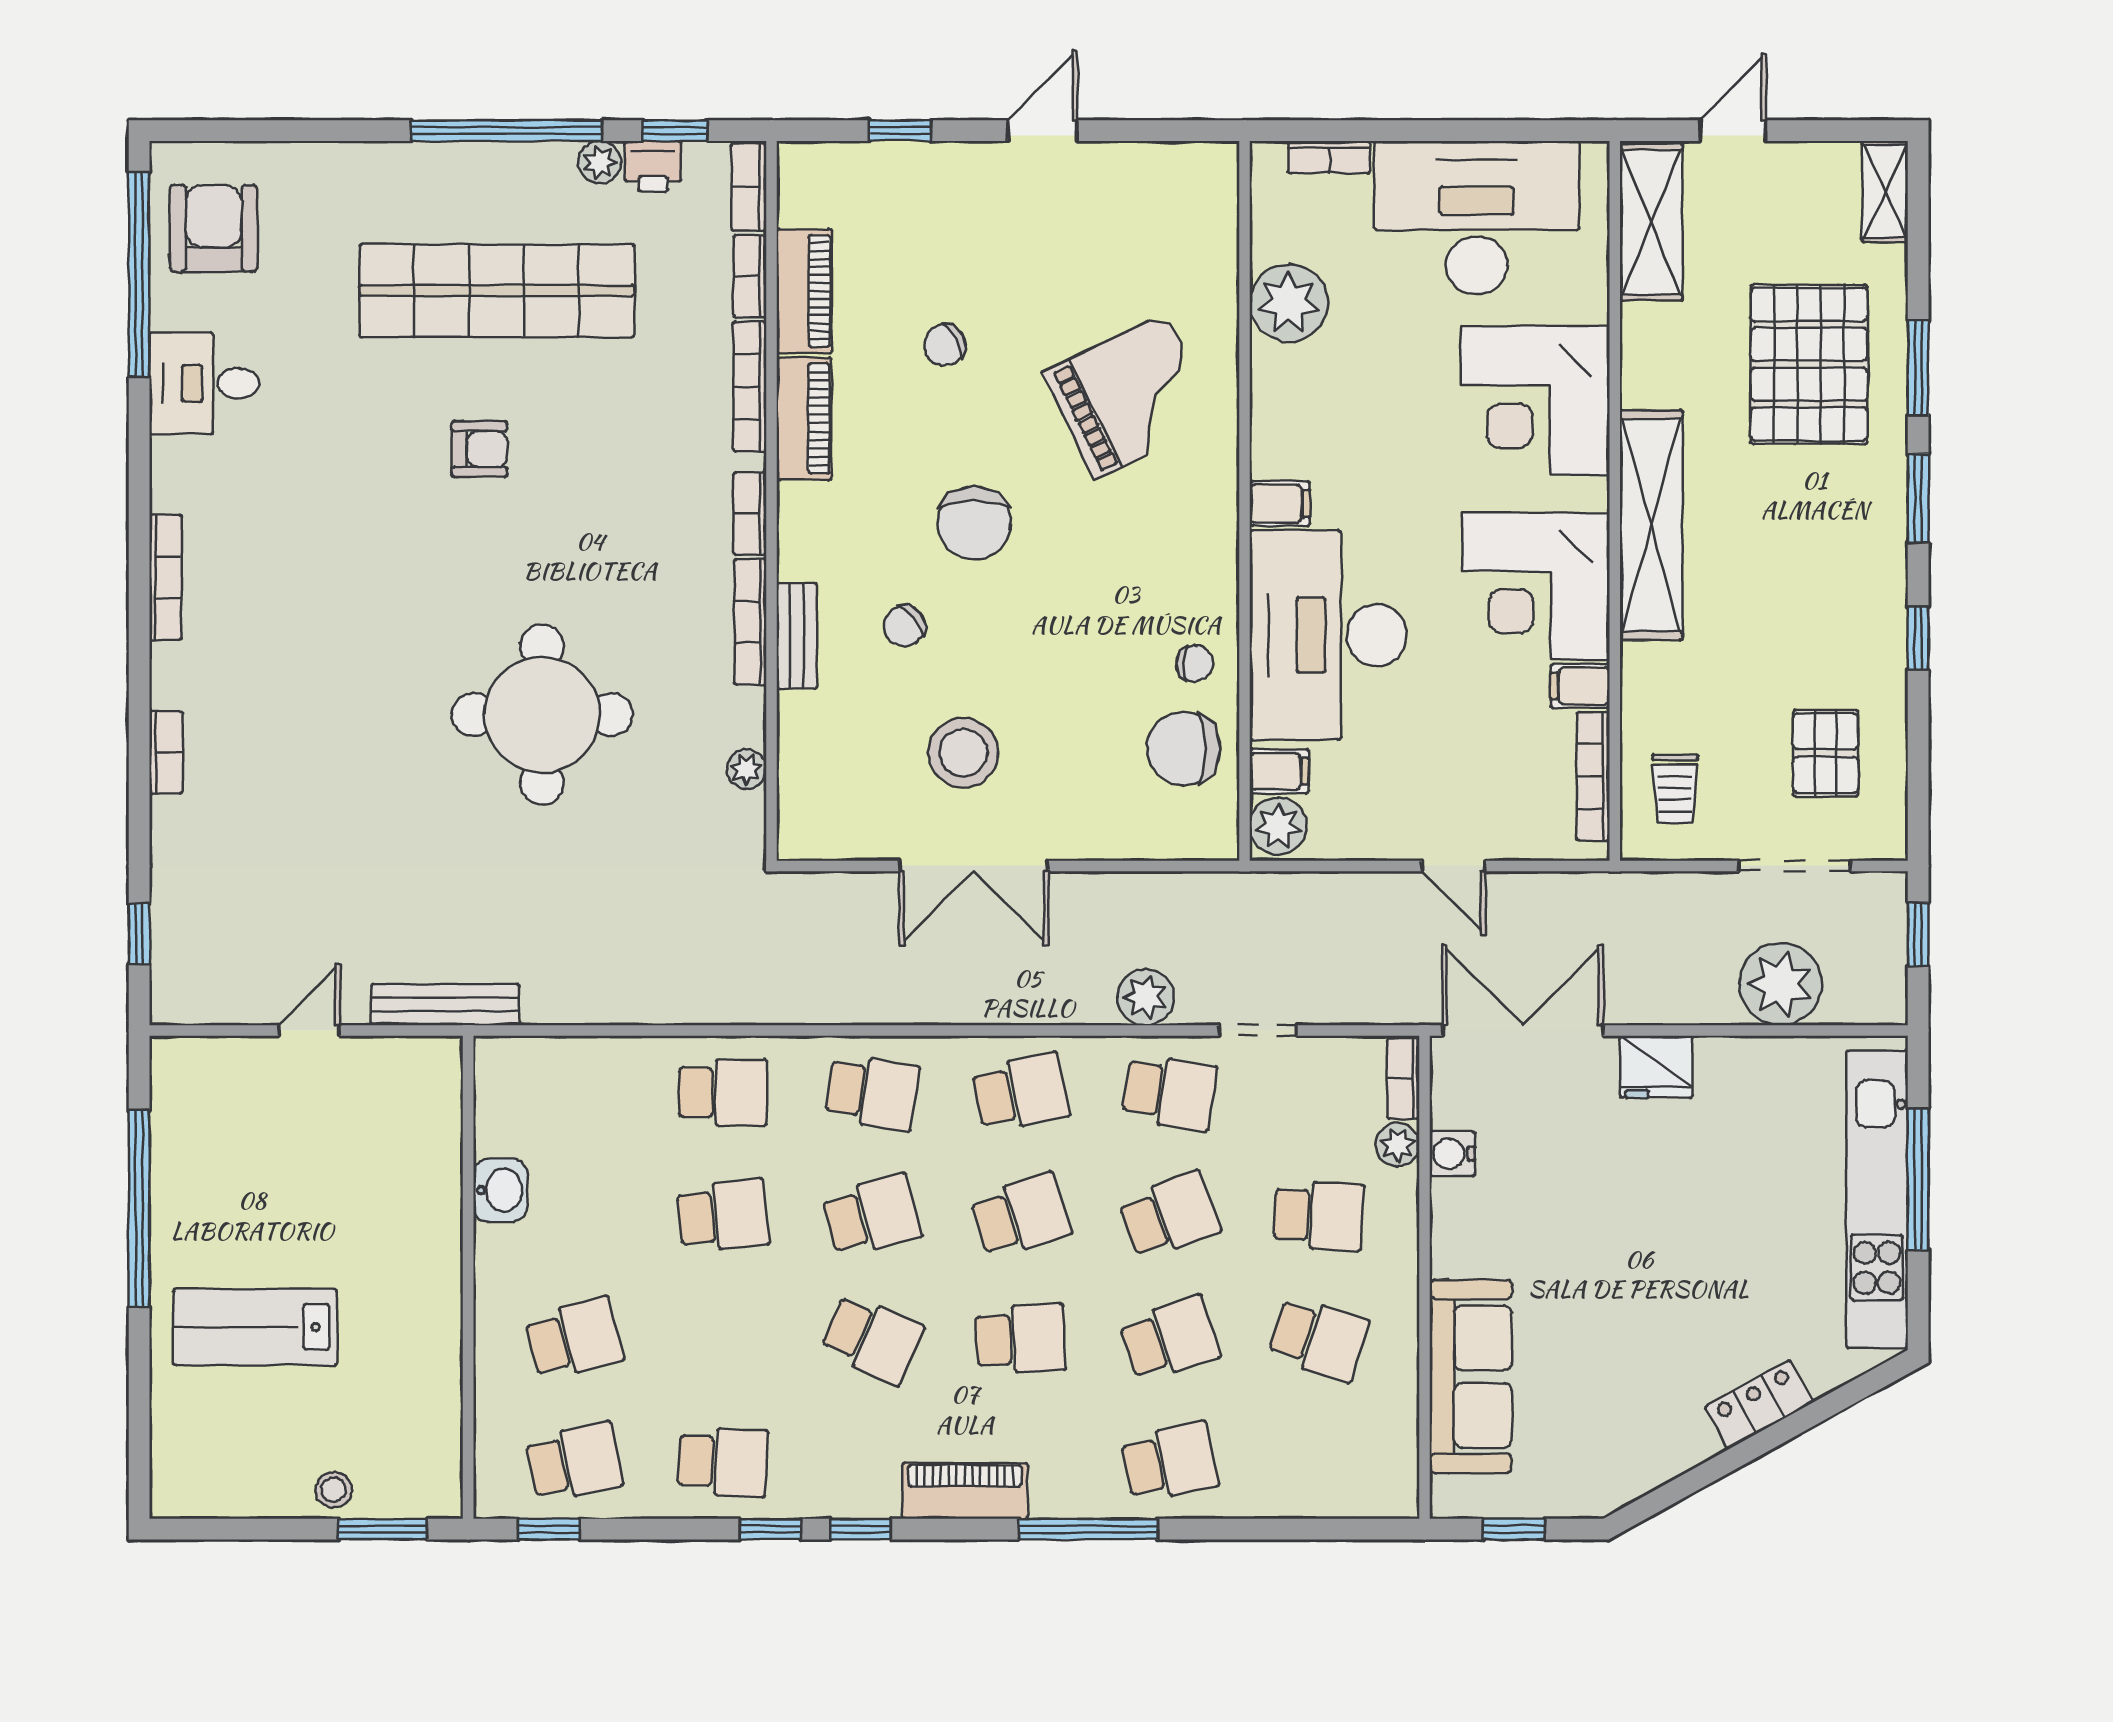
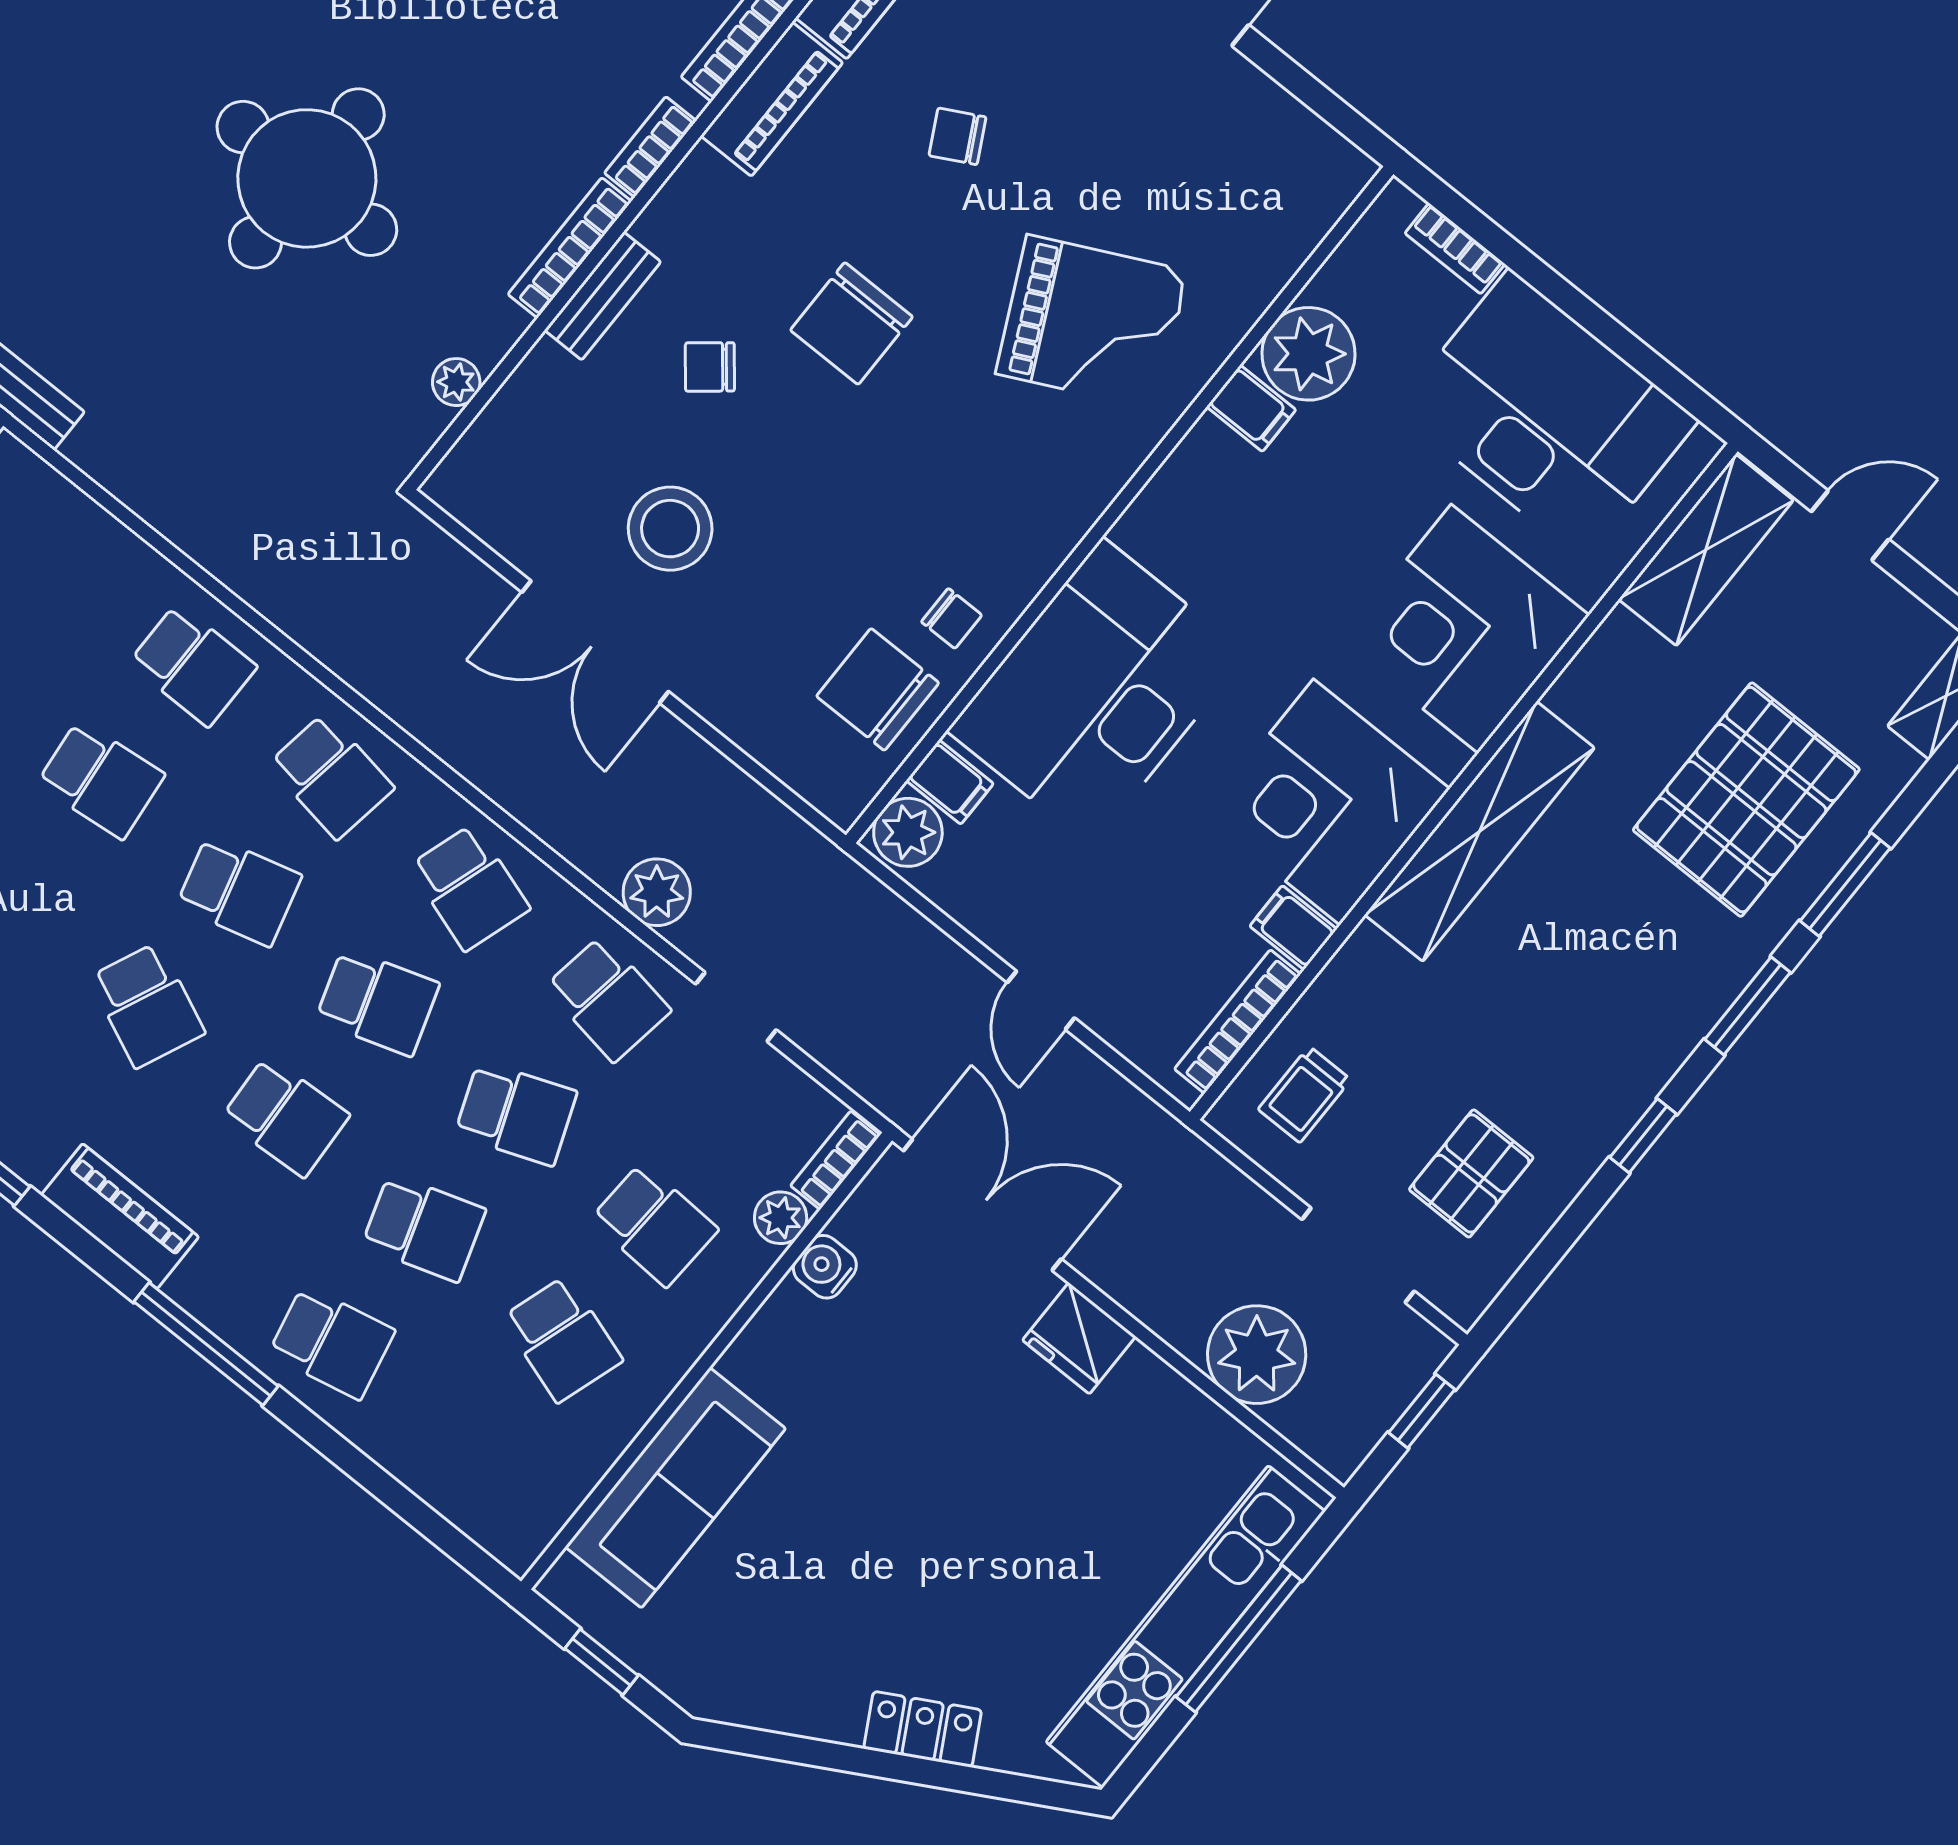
filing cabinet: (1280, 504) -> (1251, 408), moved
school desk: (1021, 1092) -> (469, 887), turned 30

